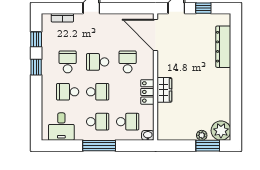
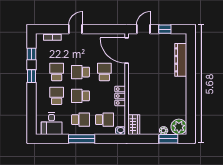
wardrobe: (164, 90) -> (134, 125), moved
school desk: (68, 92) -> (57, 96), turned 90
school desk: (98, 92) -> (81, 96), turned 180

